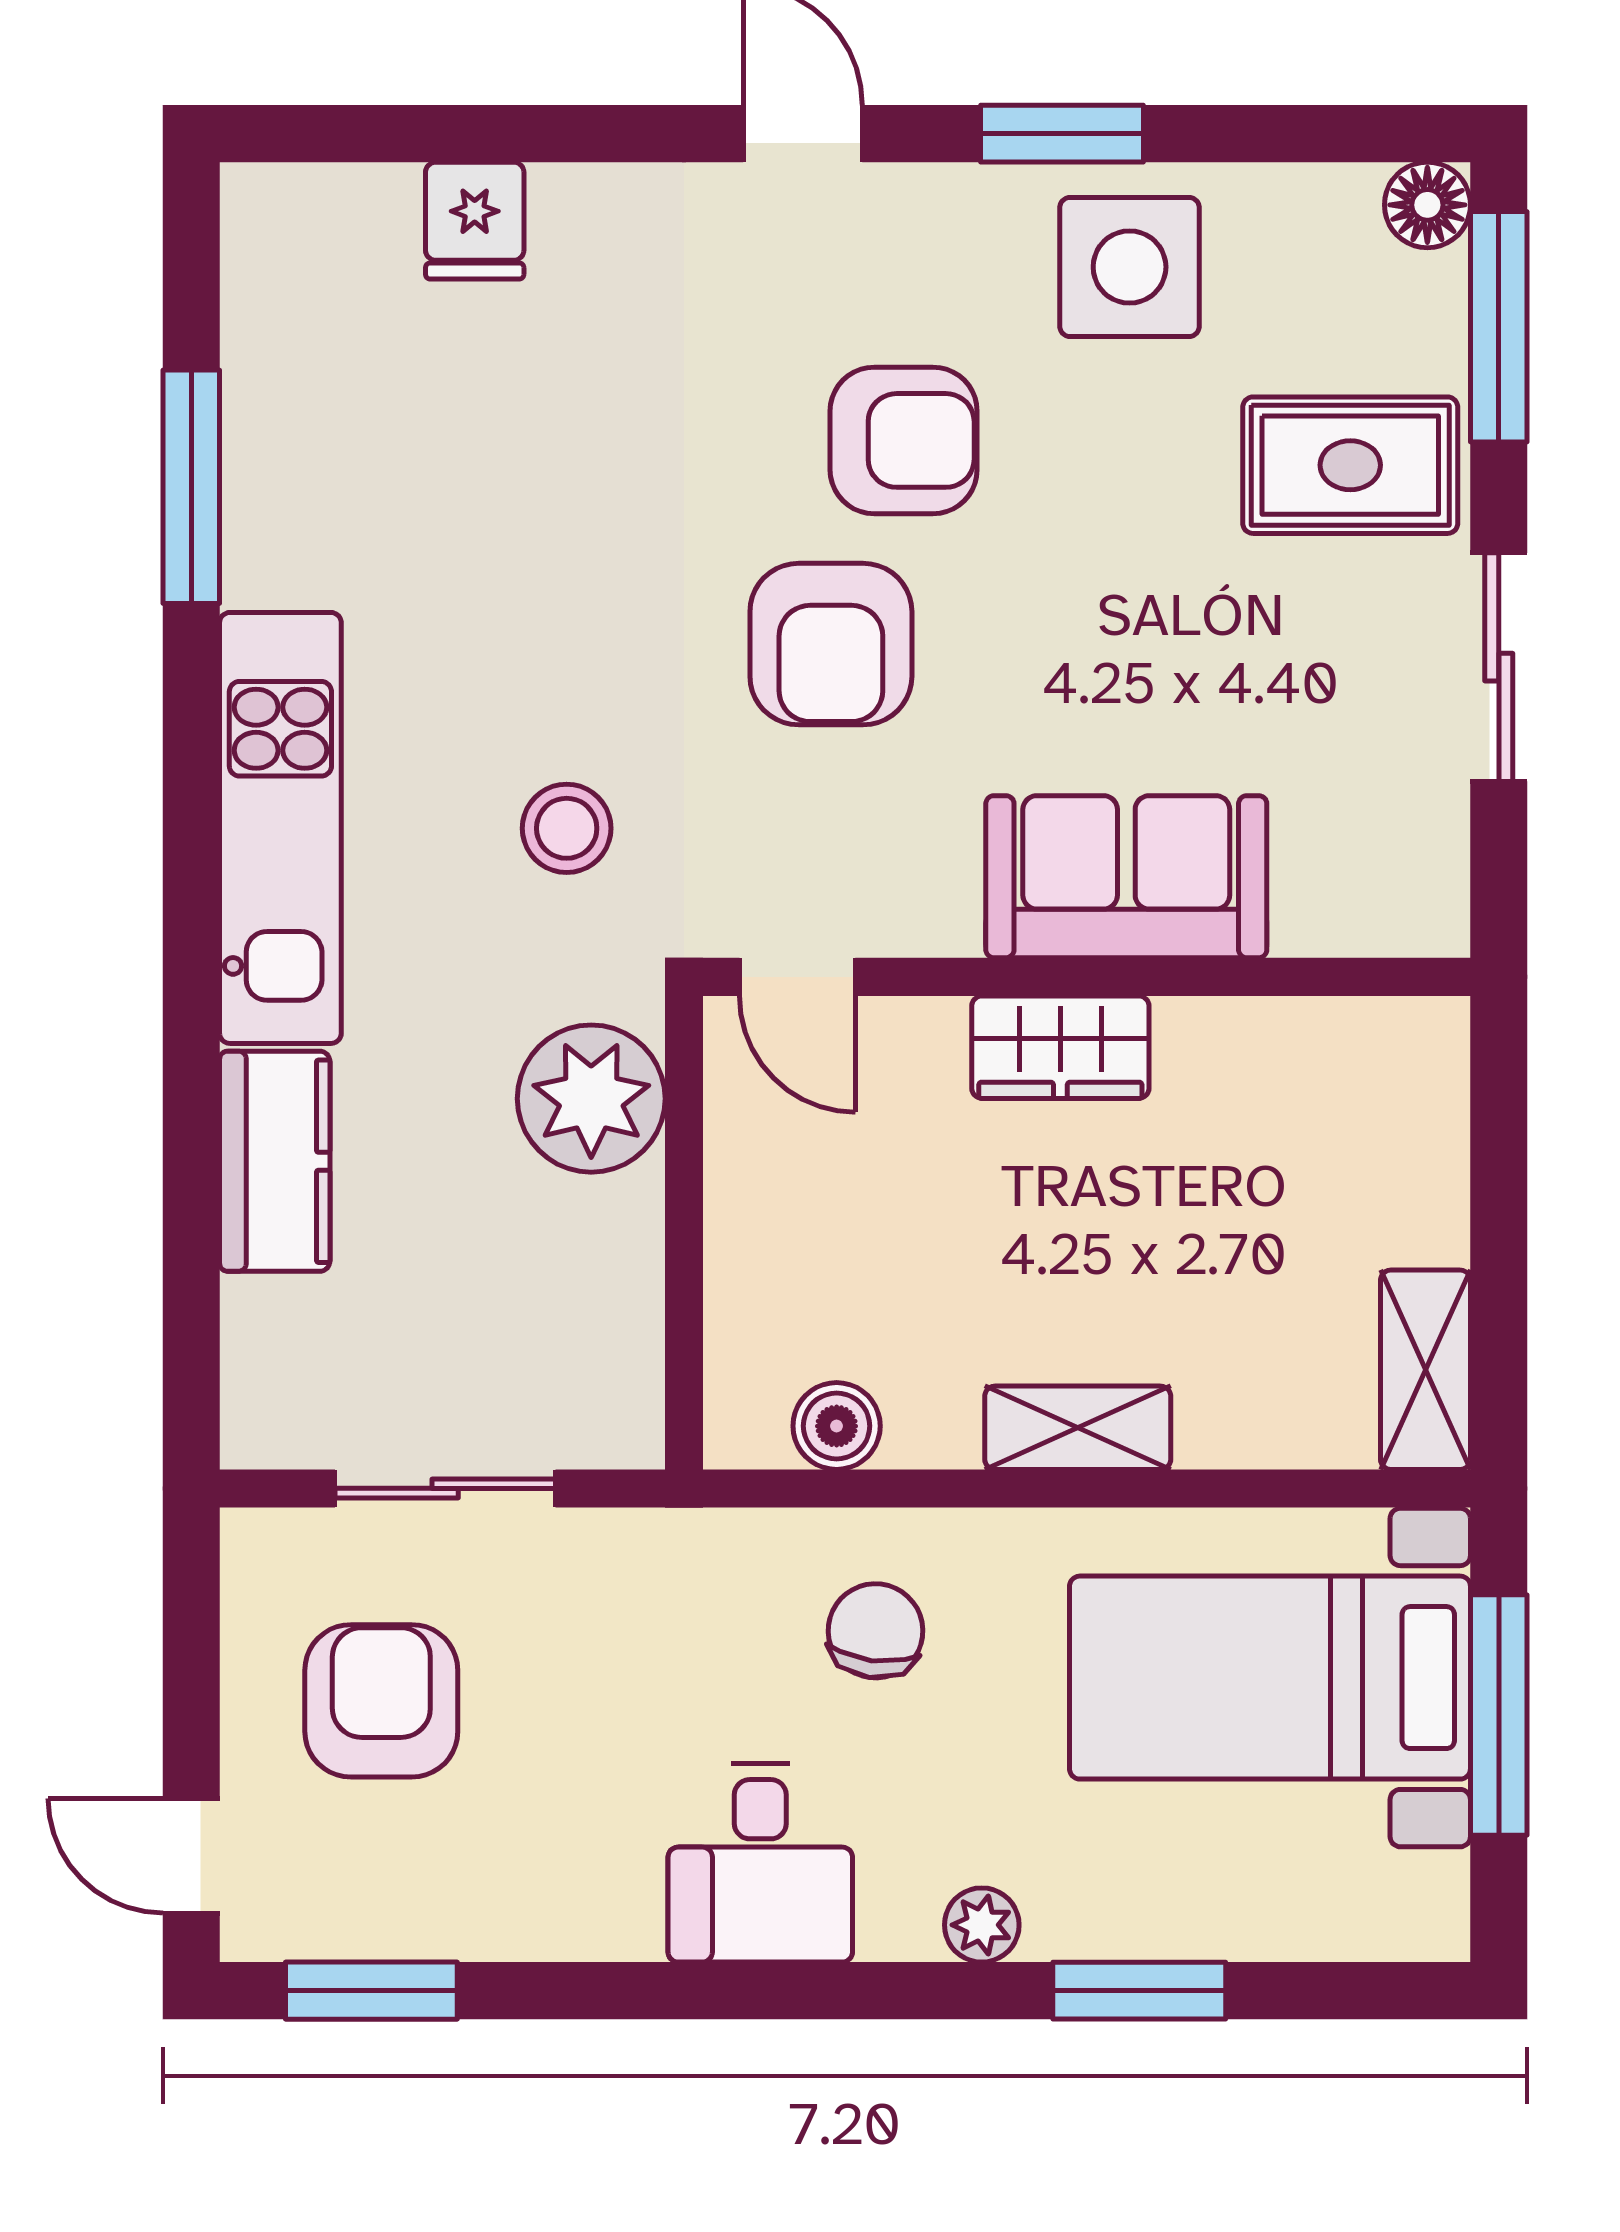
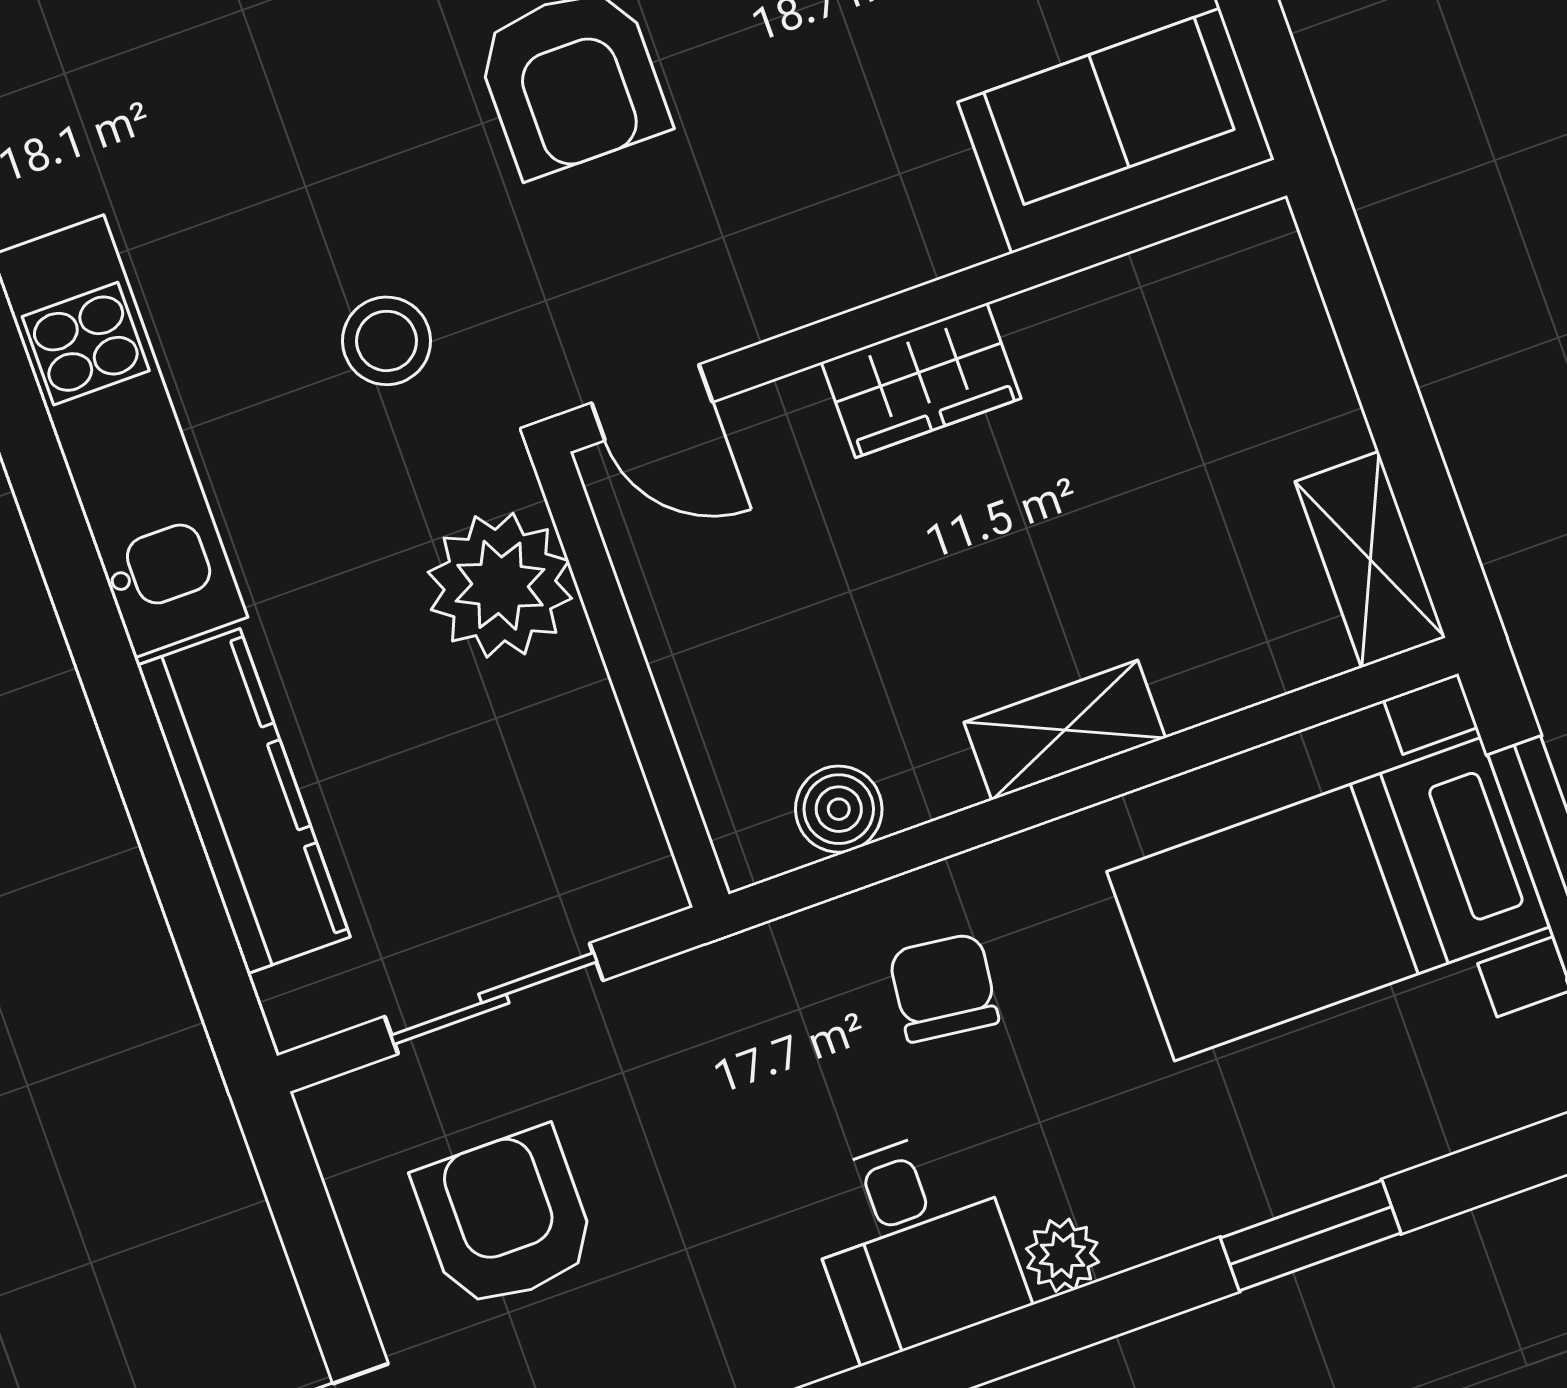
sofa: (1126, 877) -> (1116, 131), moved
kitchen counter: (275, 1161) -> (244, 801), width x1.50
plant: (982, 1925) -> (1062, 1255), moved

